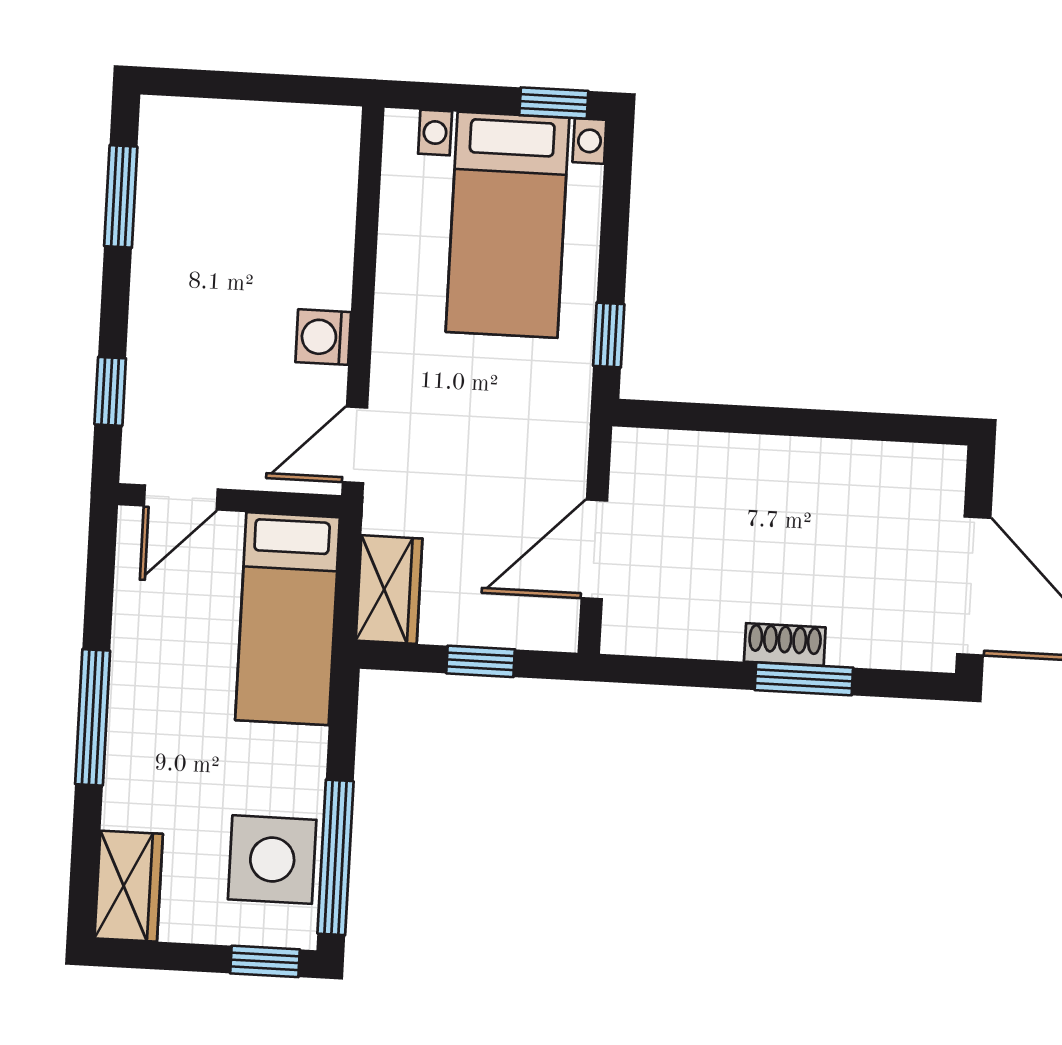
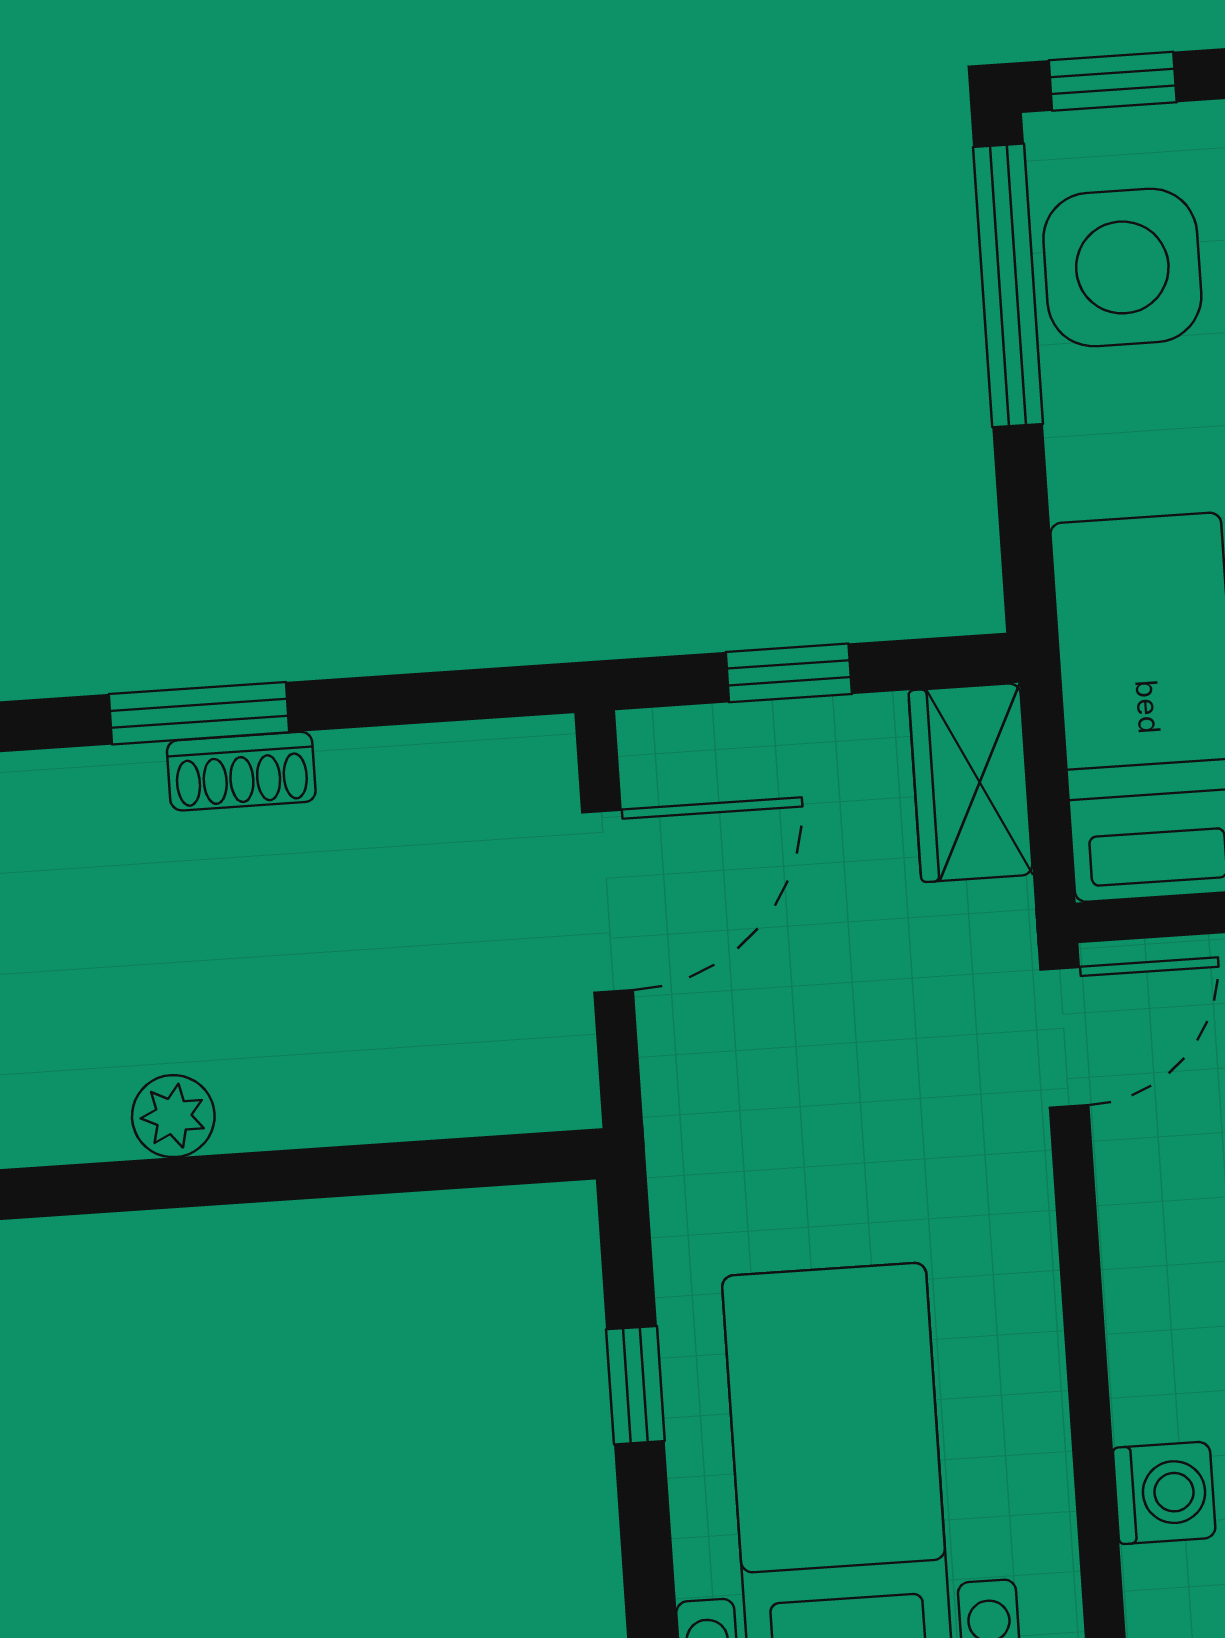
window: (609, 335) -> (635, 1385), moved
washing machine: (323, 337) -> (1164, 1493), moved
plant: (845, 461) -> (173, 1116), added

